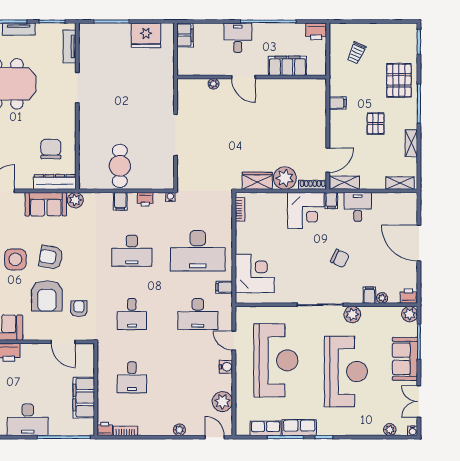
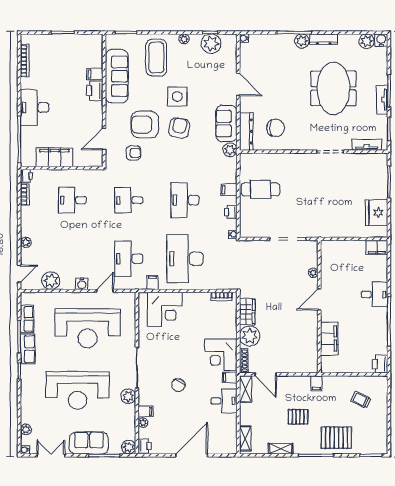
filing cabinet: (287, 66) -> (329, 338), moved
door: (243, 77) -> (319, 299), moved
wall: (252, 77) -> (319, 307), moved
plant: (214, 84) -> (313, 273), moved

